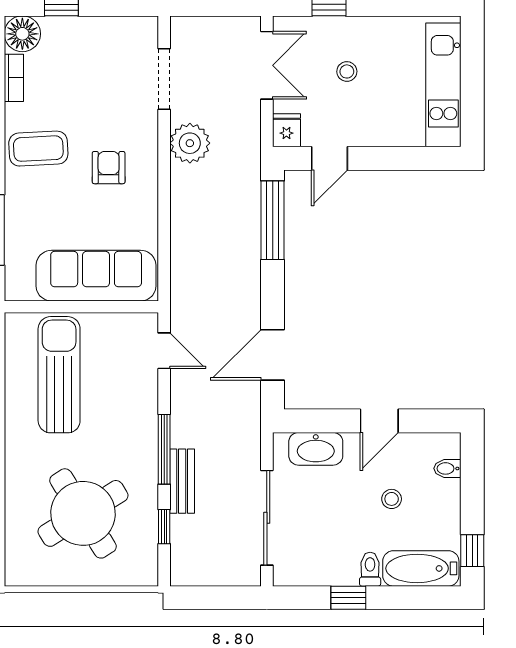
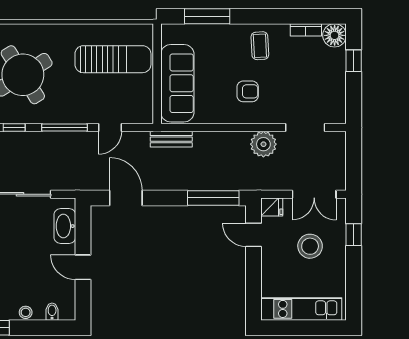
stool: (347, 71) -> (310, 246), width x1.89, depth x1.89
coffee table: (38, 149) -> (260, 46), width x0.73, depth x0.77
door: (164, 351) -> (110, 127), moved
bench: (182, 481) -> (171, 139), moved
stool: (392, 499) -> (26, 312), moved

